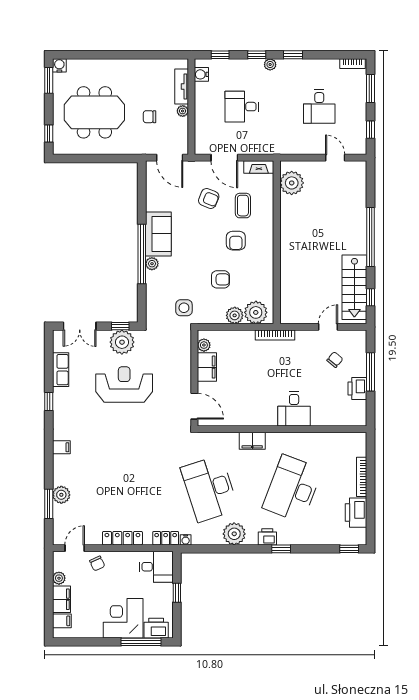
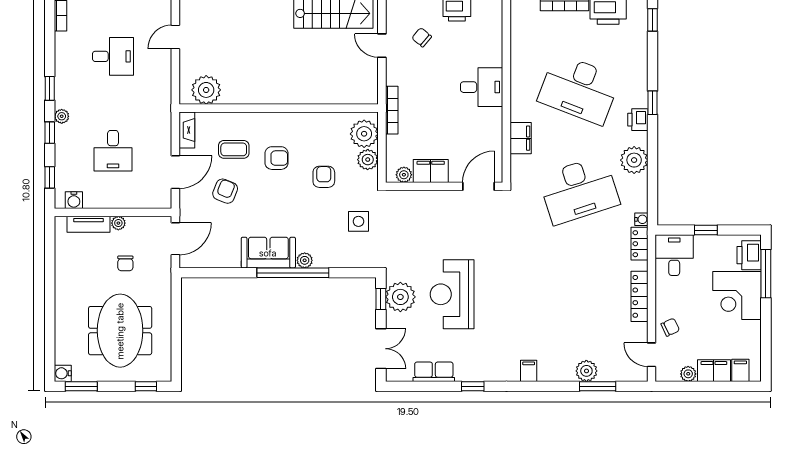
plant: (204, 345) -> (404, 175), moved
filing cabinet: (207, 367) -> (431, 171), moved
wall: (194, 378) -> (444, 186), moved
door: (194, 406) -> (478, 186), moved

